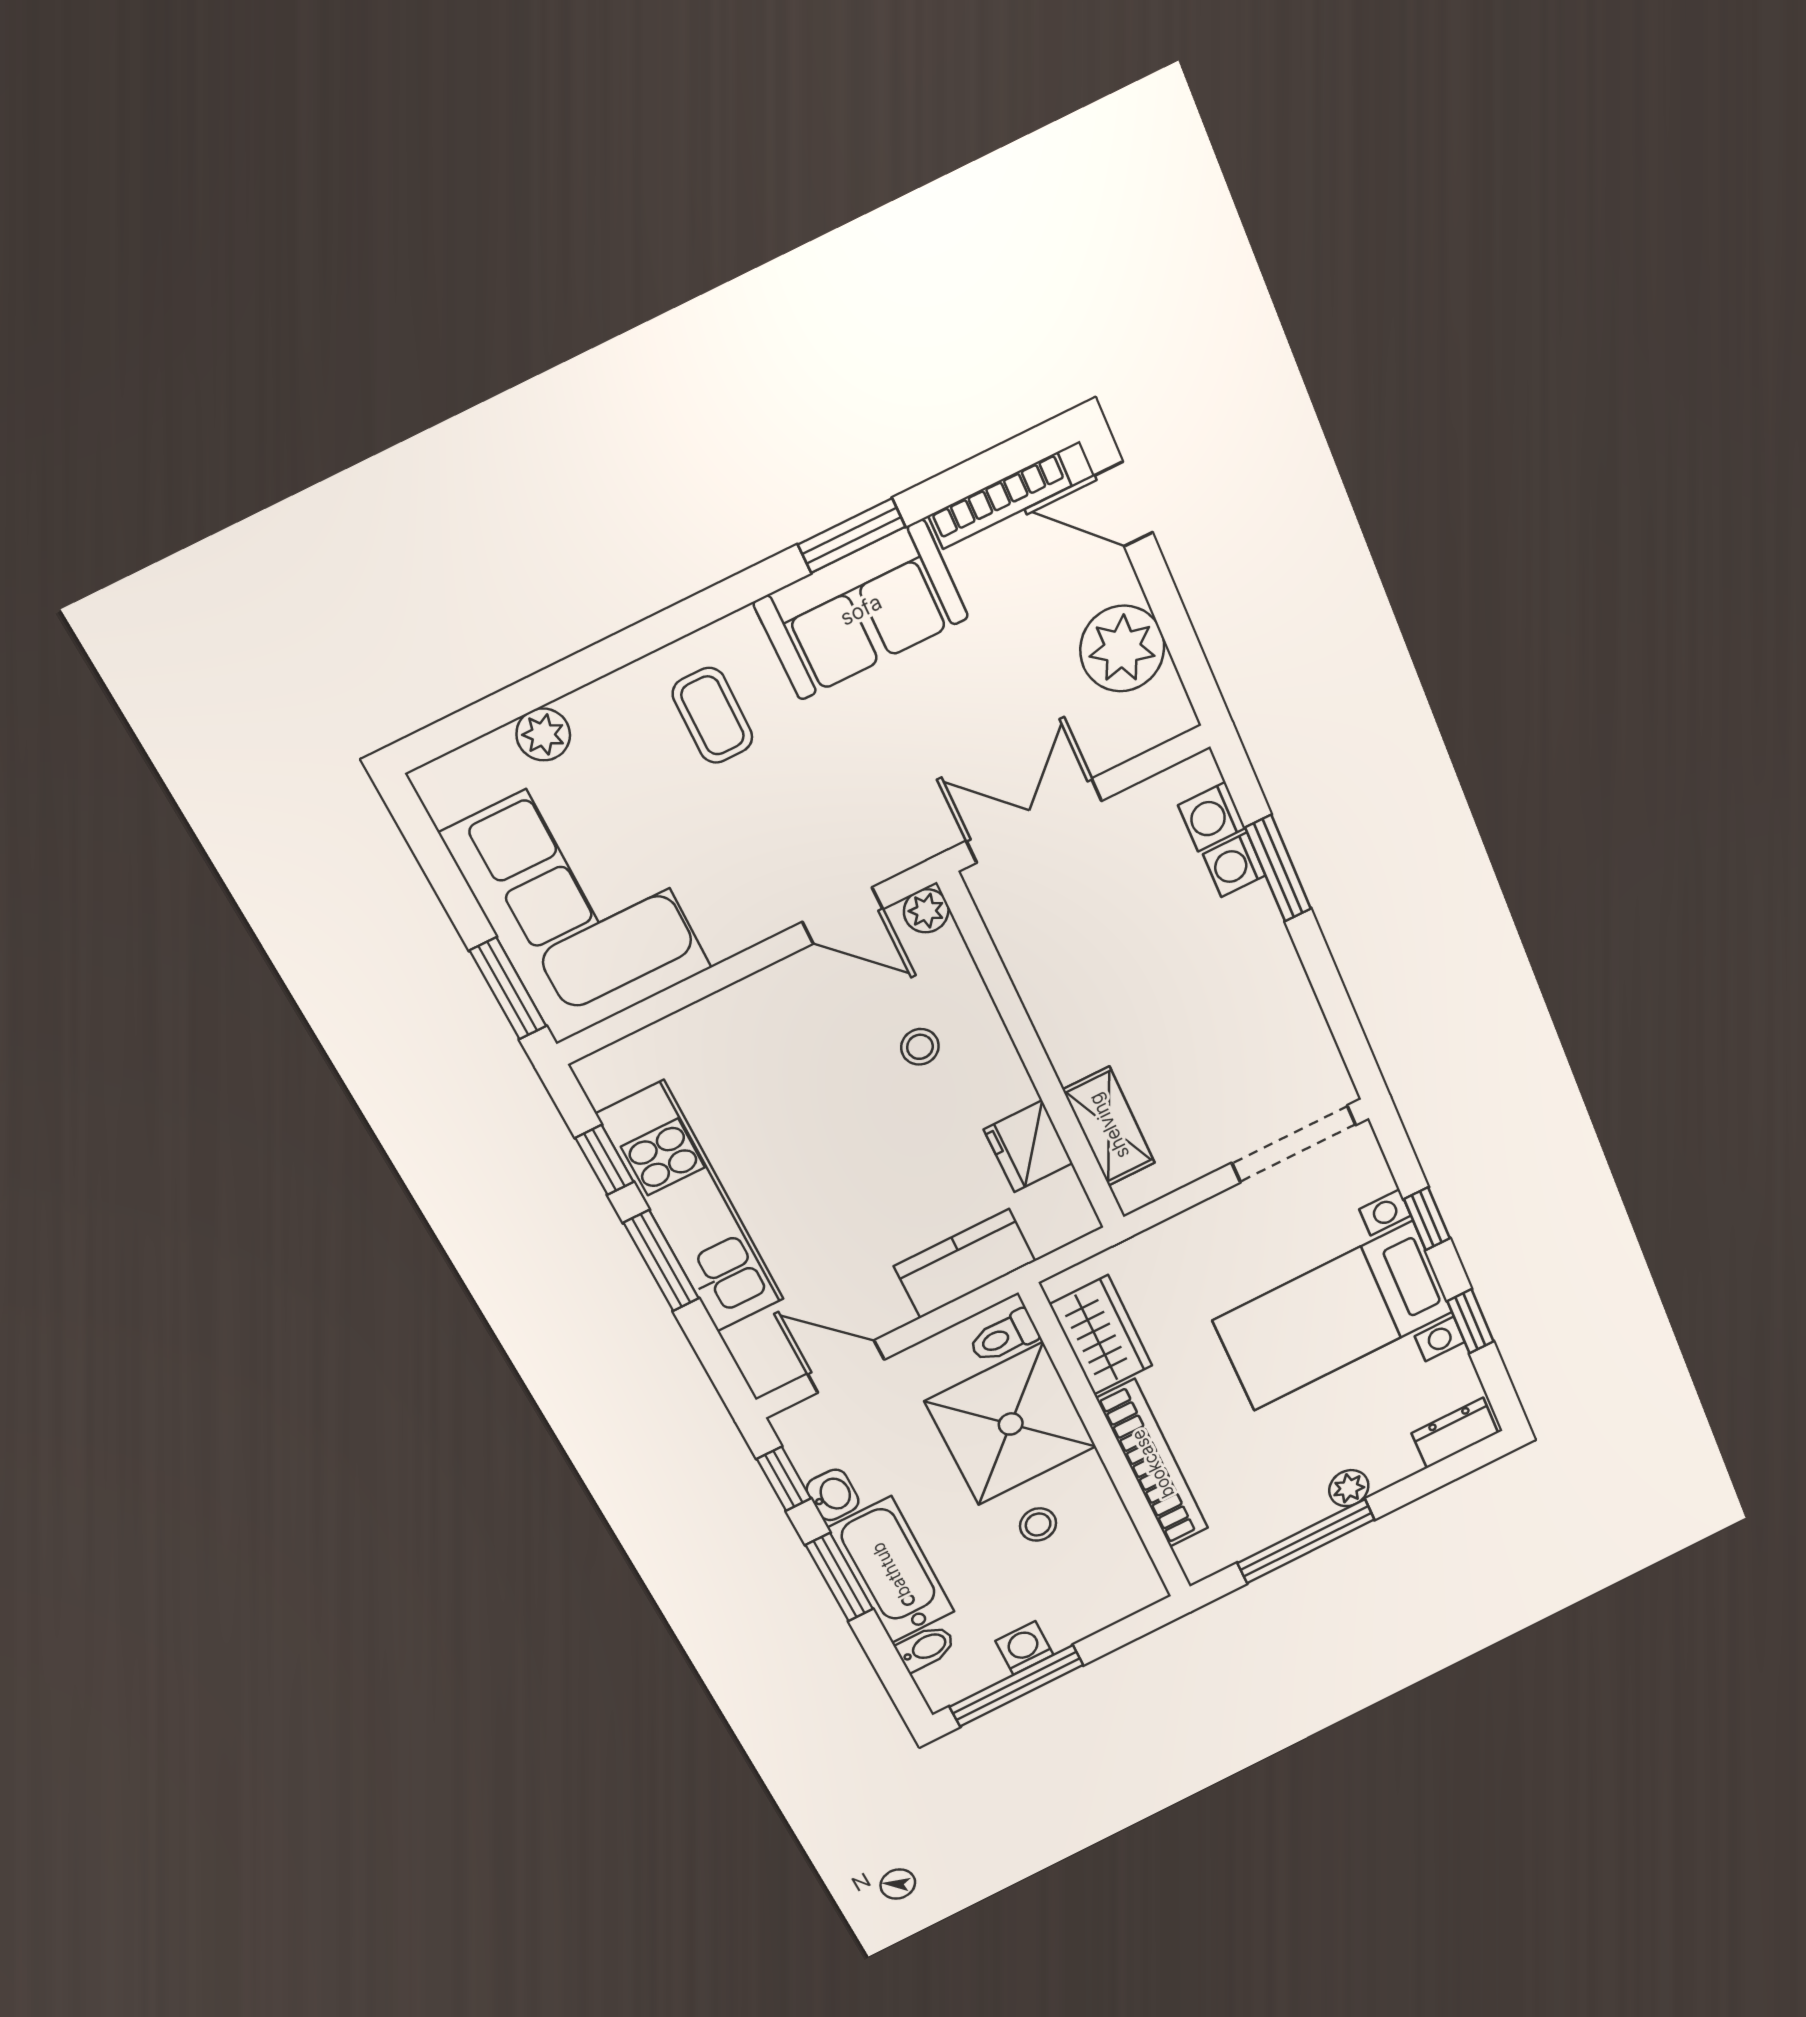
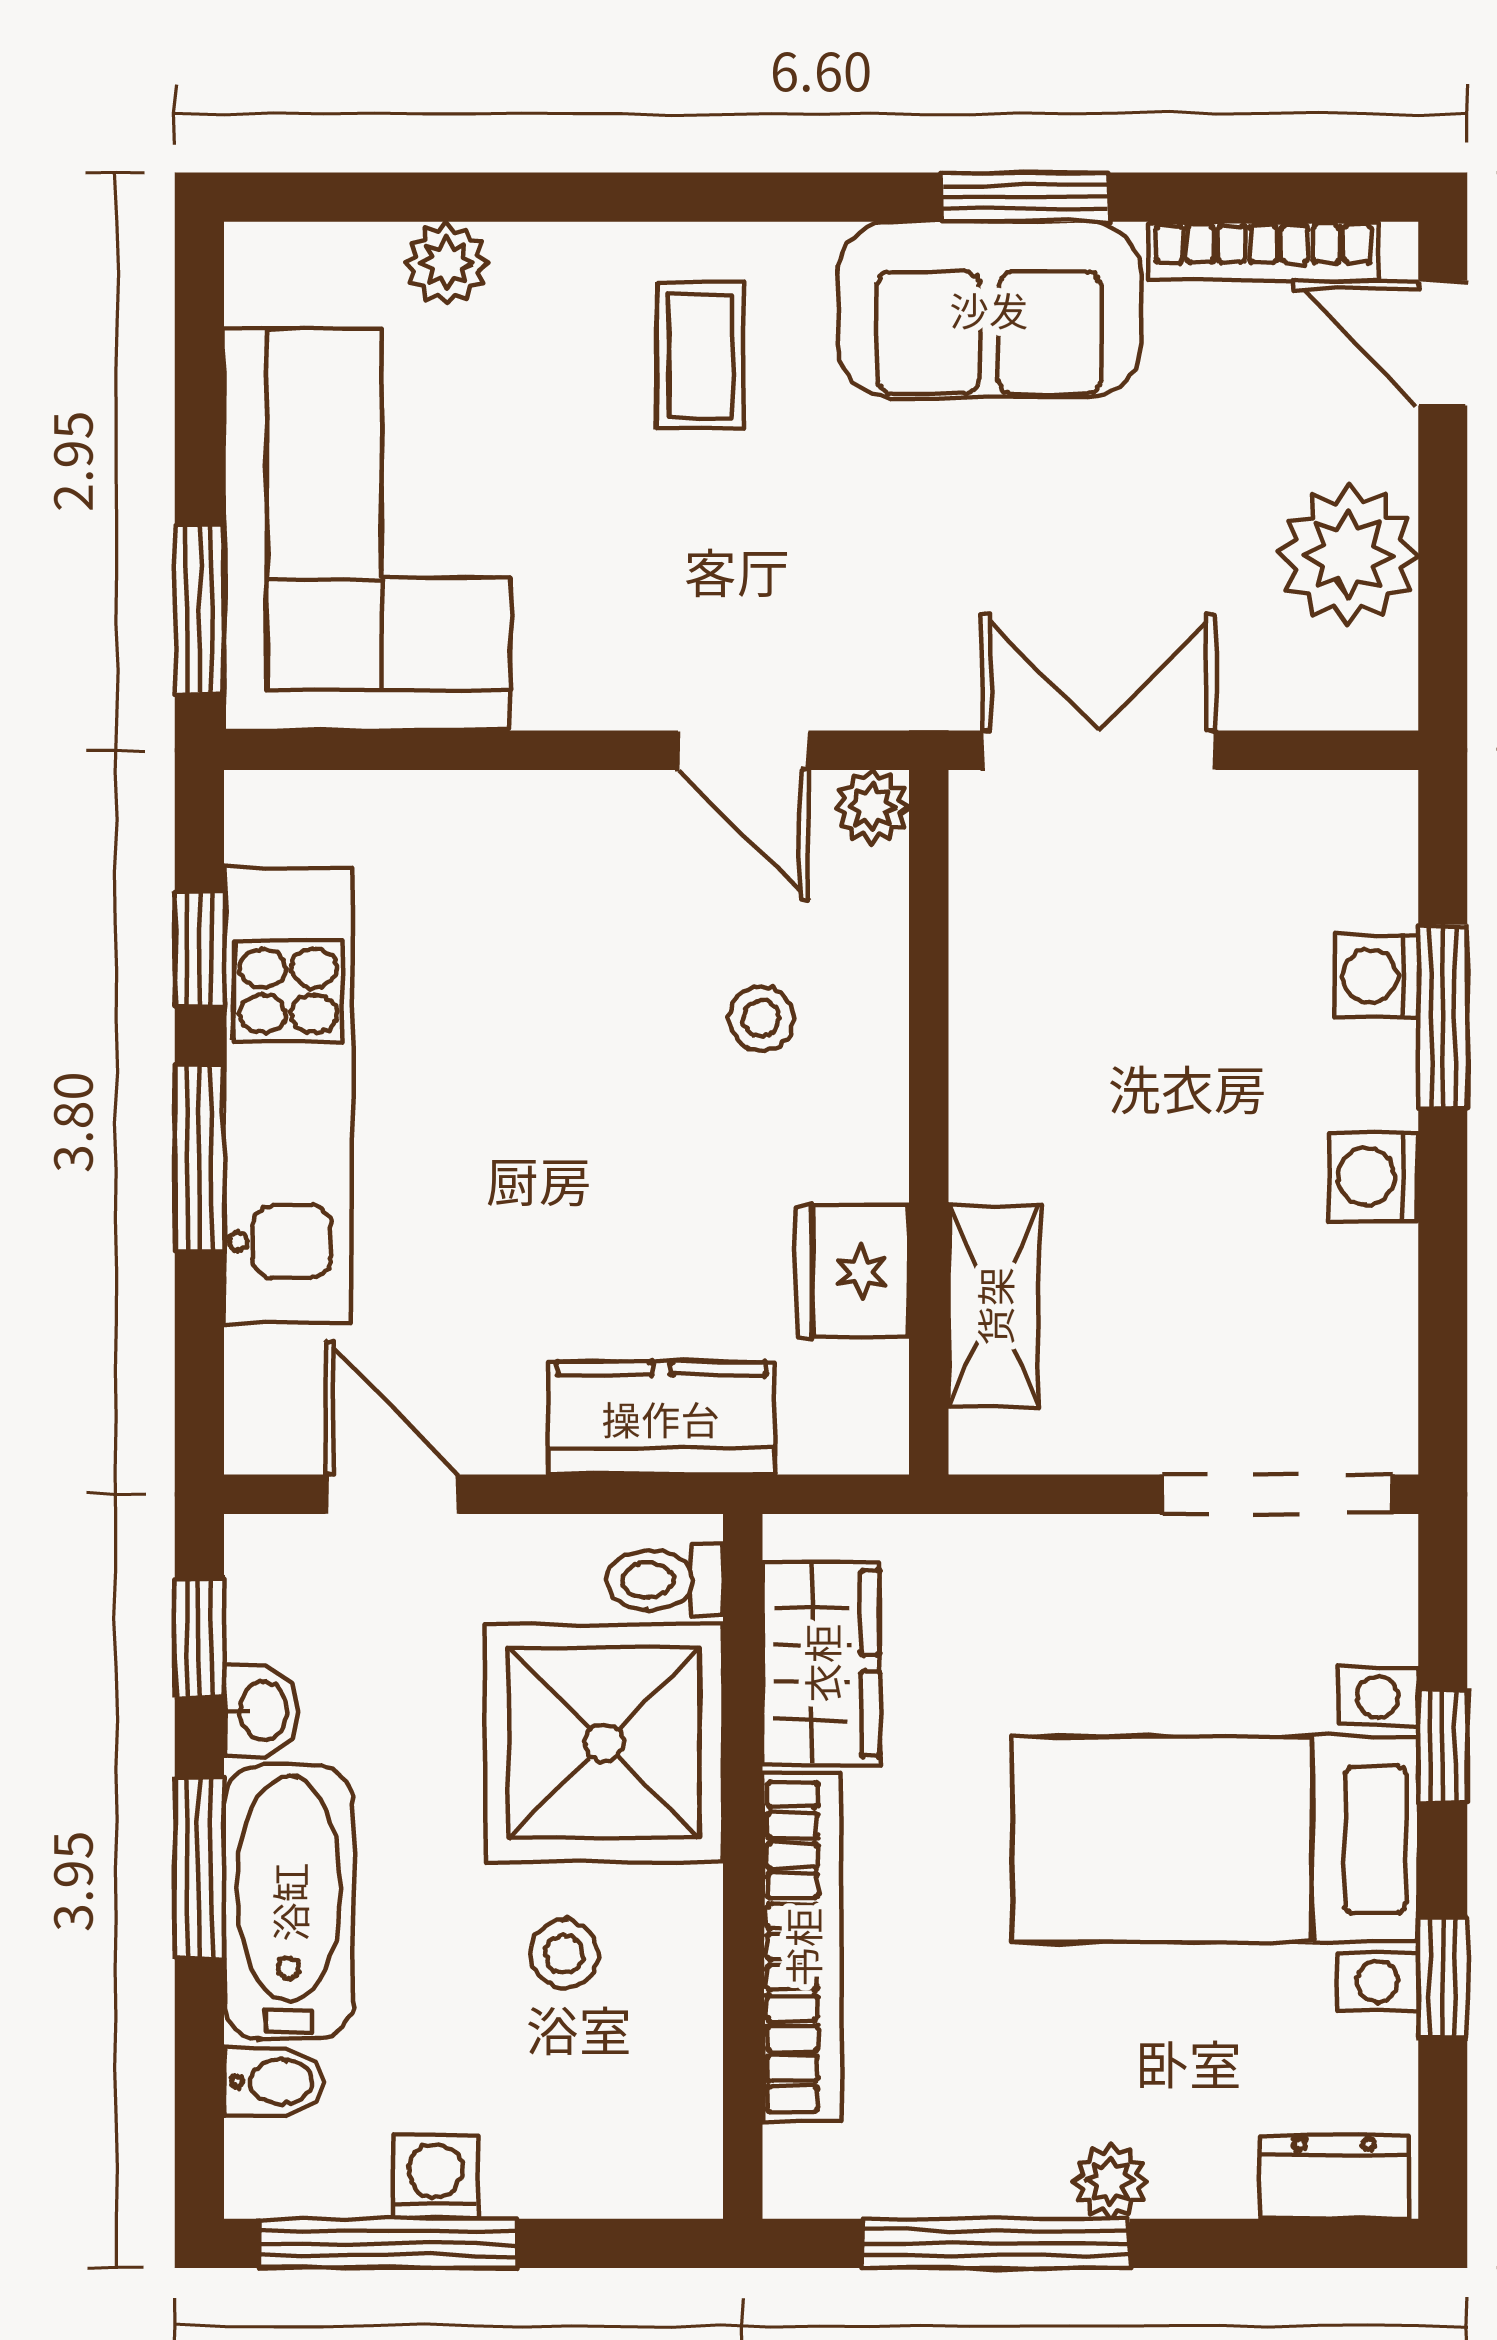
washing machine: (1212, 817) -> (1374, 1176), moved

